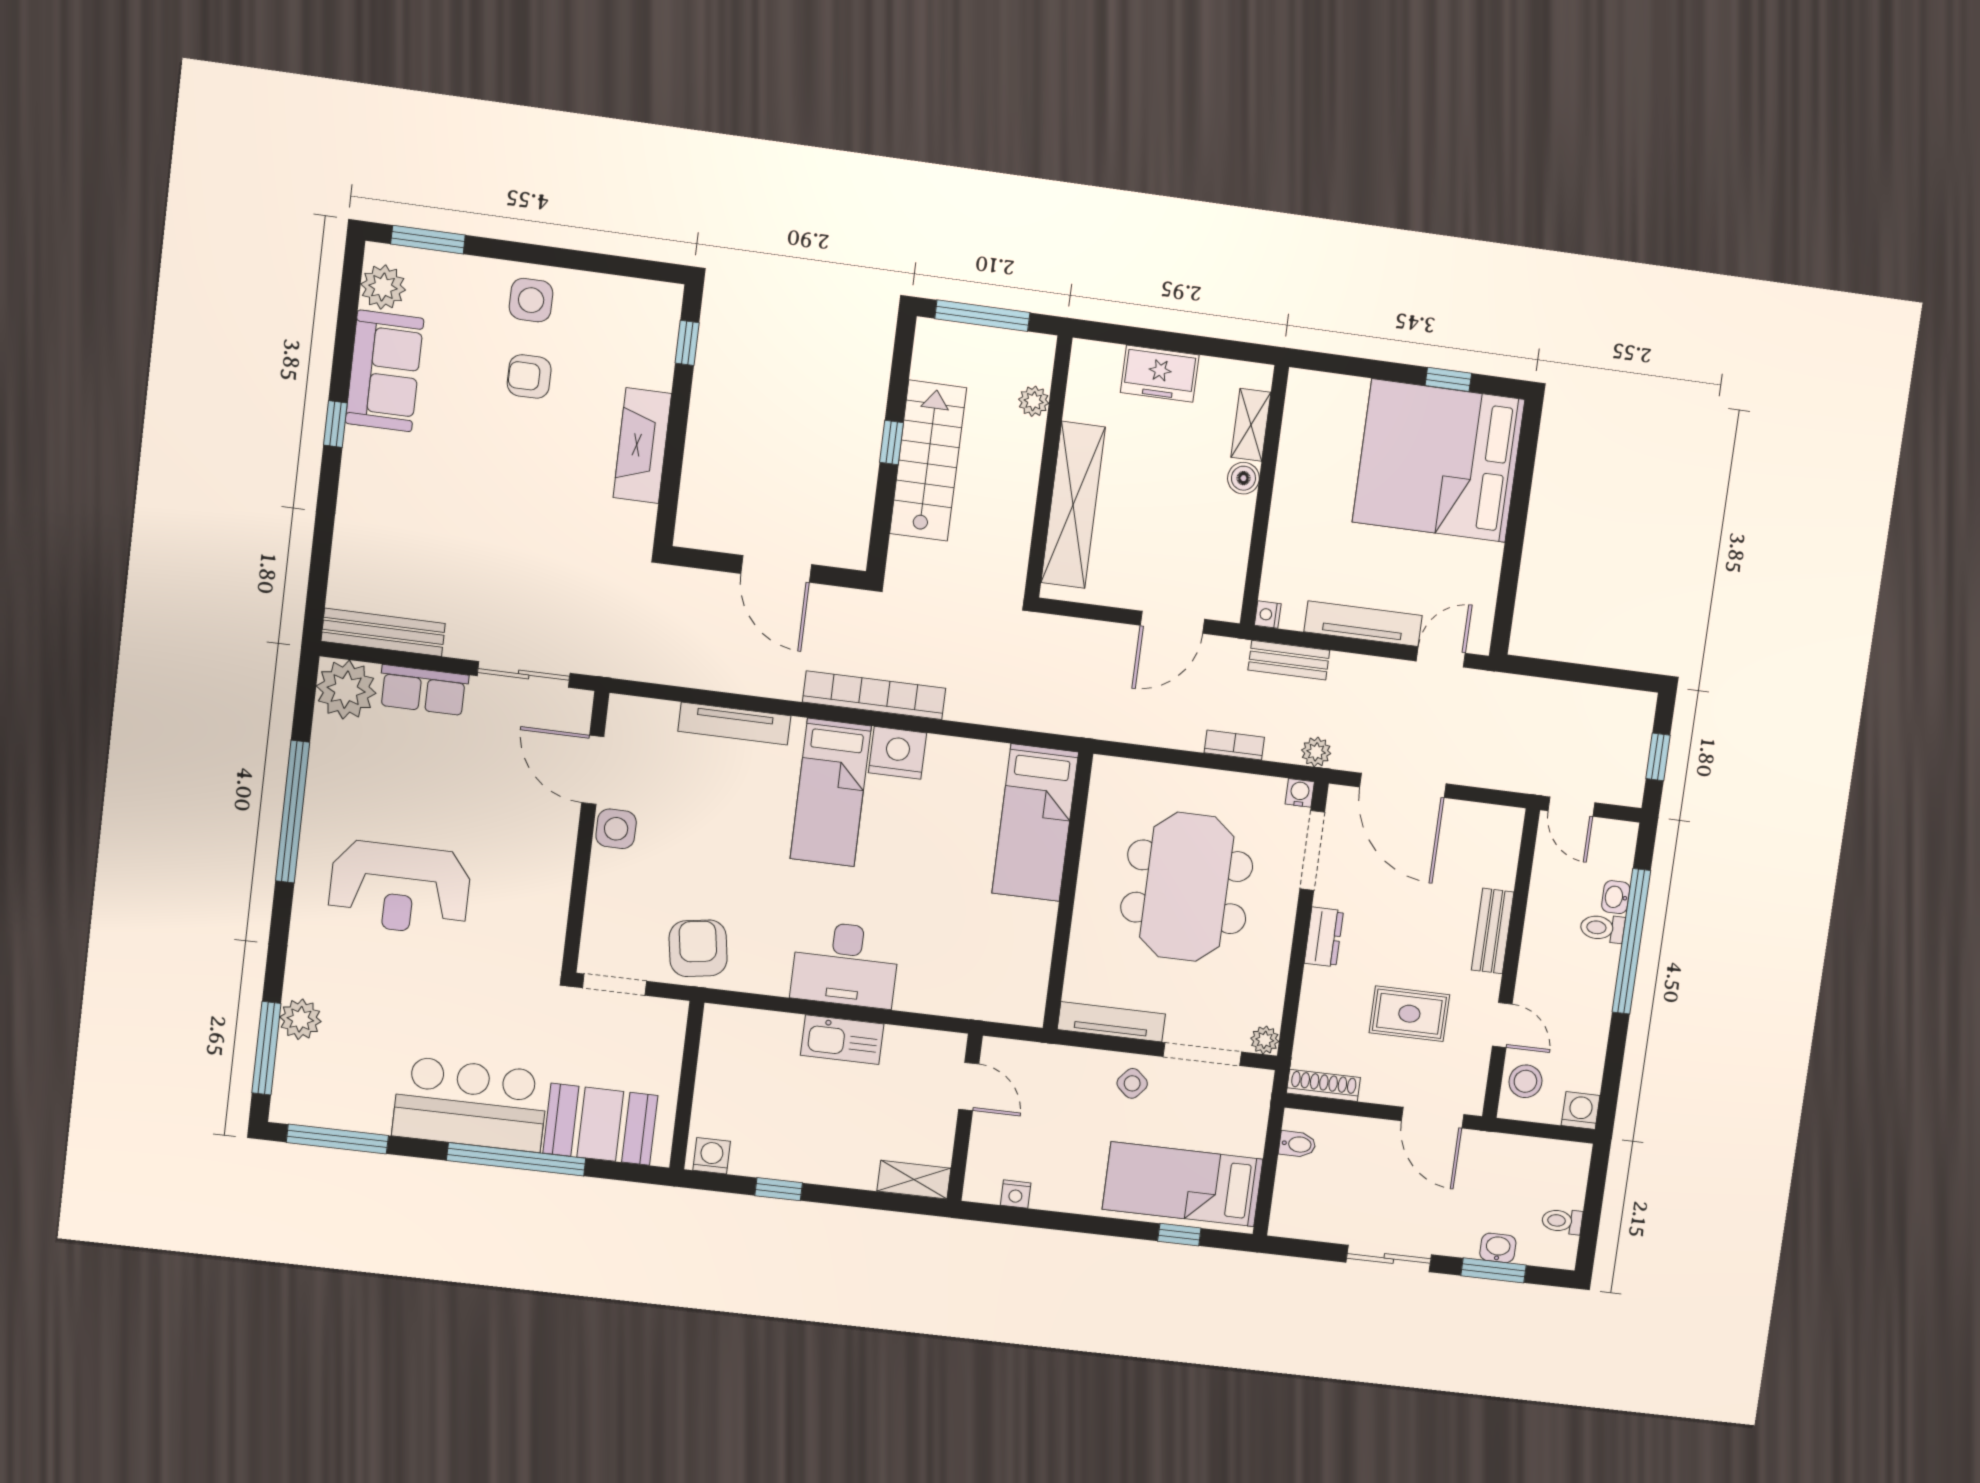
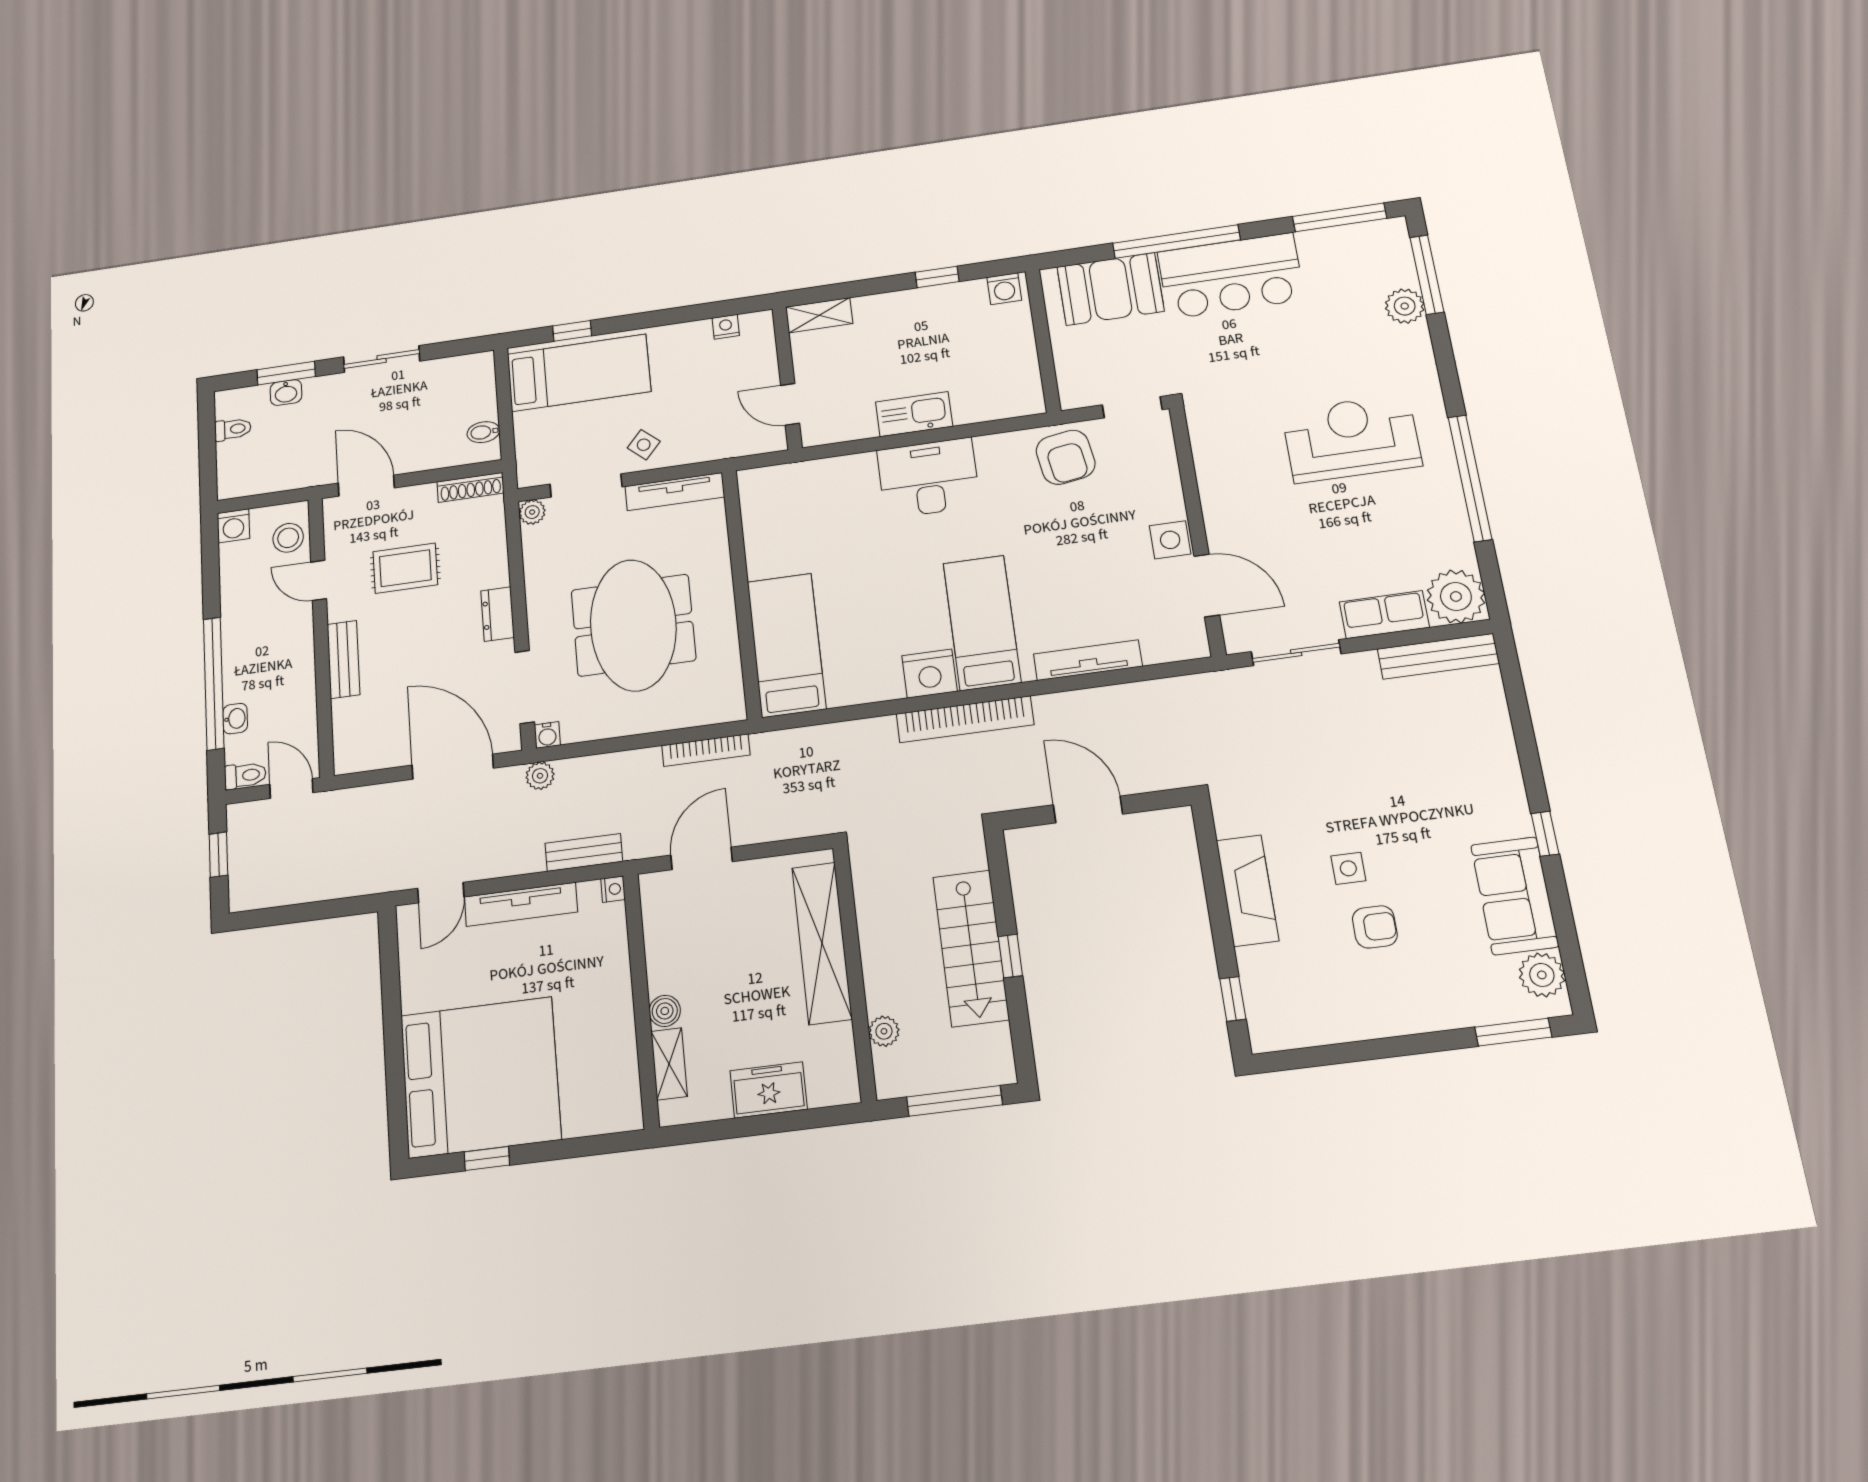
side table: (531, 300) -> (1348, 868), moved, width x0.73, depth x0.73
bookcase: (1234, 745) -> (706, 750), moved, width x1.56
toilet: (1602, 928) -> (245, 775), moved

